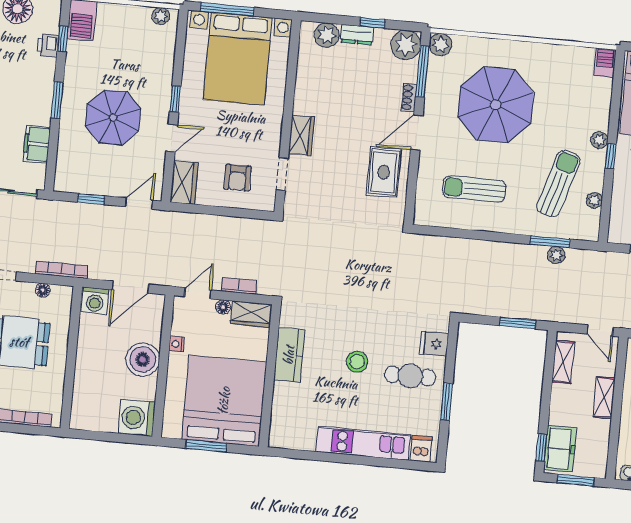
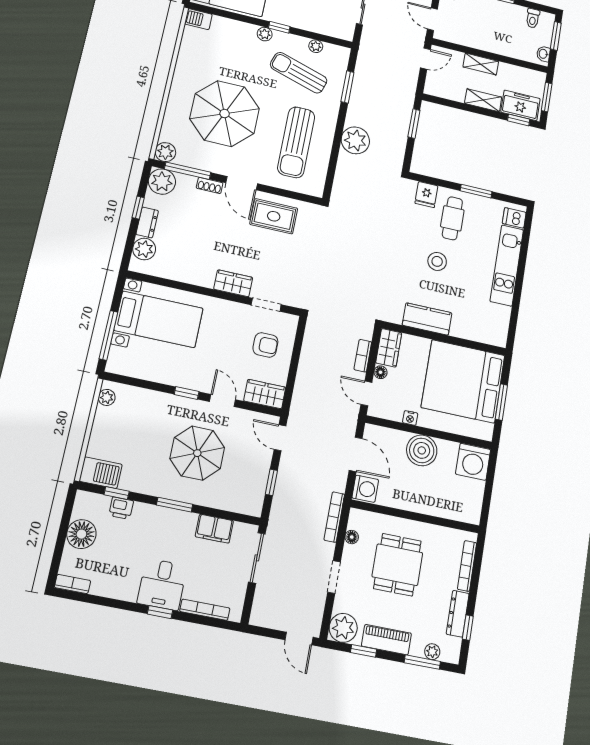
bed with nightstands: (238, 59) -> (159, 319), width x0.73
sun lounger: (474, 189) -> (296, 142), width x1.36, depth x1.34
plant: (556, 255) -> (355, 140), moved, width x1.88, depth x1.88
shelving: (563, 362) -> (483, 100), moved

